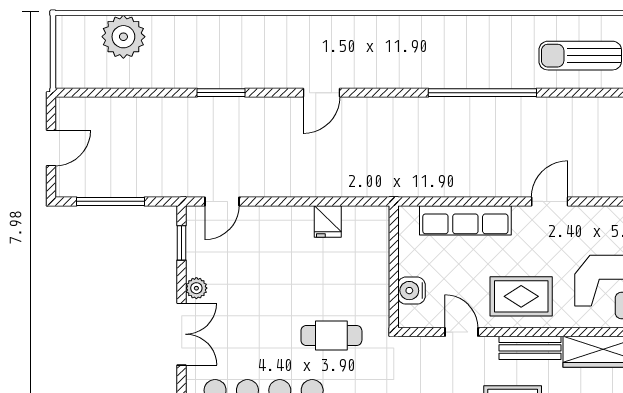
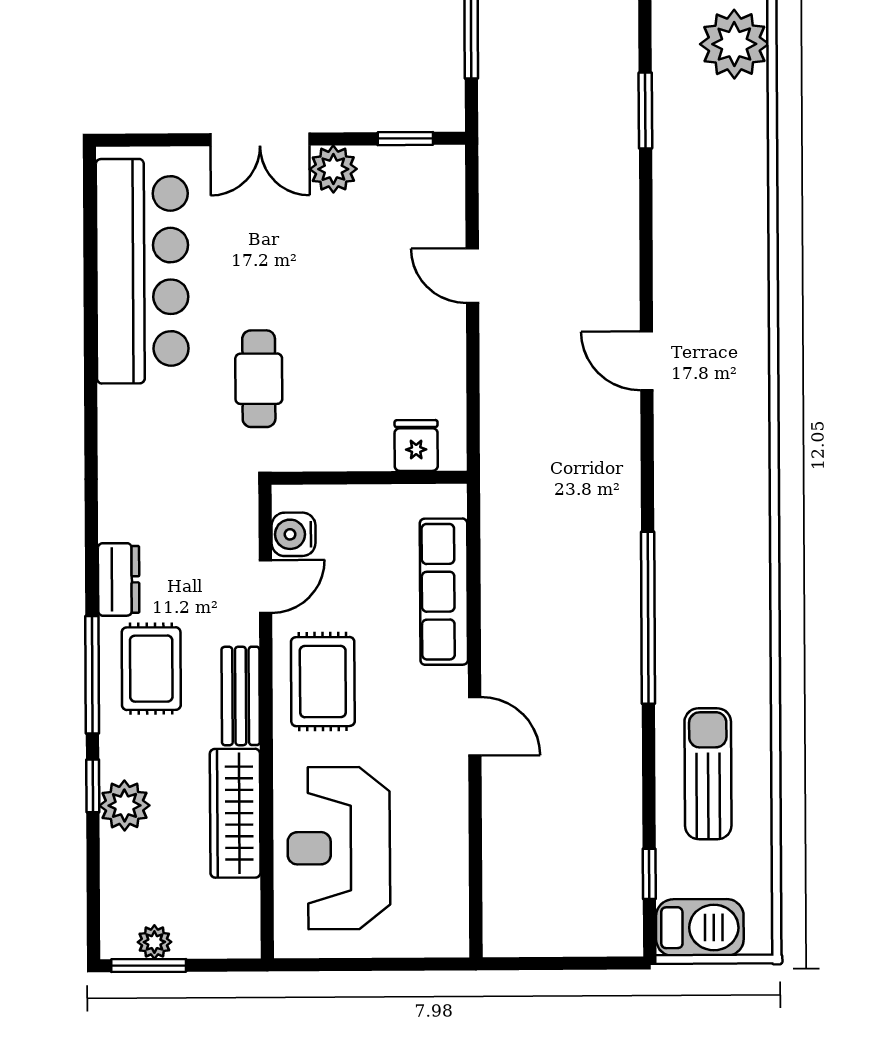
window: (221, 93) -> (645, 111), moved
door: (222, 201) -> (472, 276), moved
fridge: (328, 221) -> (416, 445), moved, turned 90
plant: (196, 288) -> (333, 169), width x1.38, depth x1.38
water cooler: (411, 291) -> (293, 534), moved, turned -90

